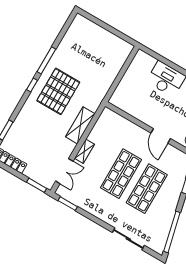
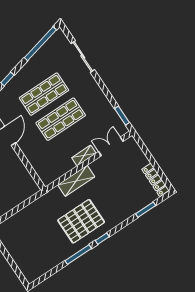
window: (37, 185) -> (142, 146), removed

